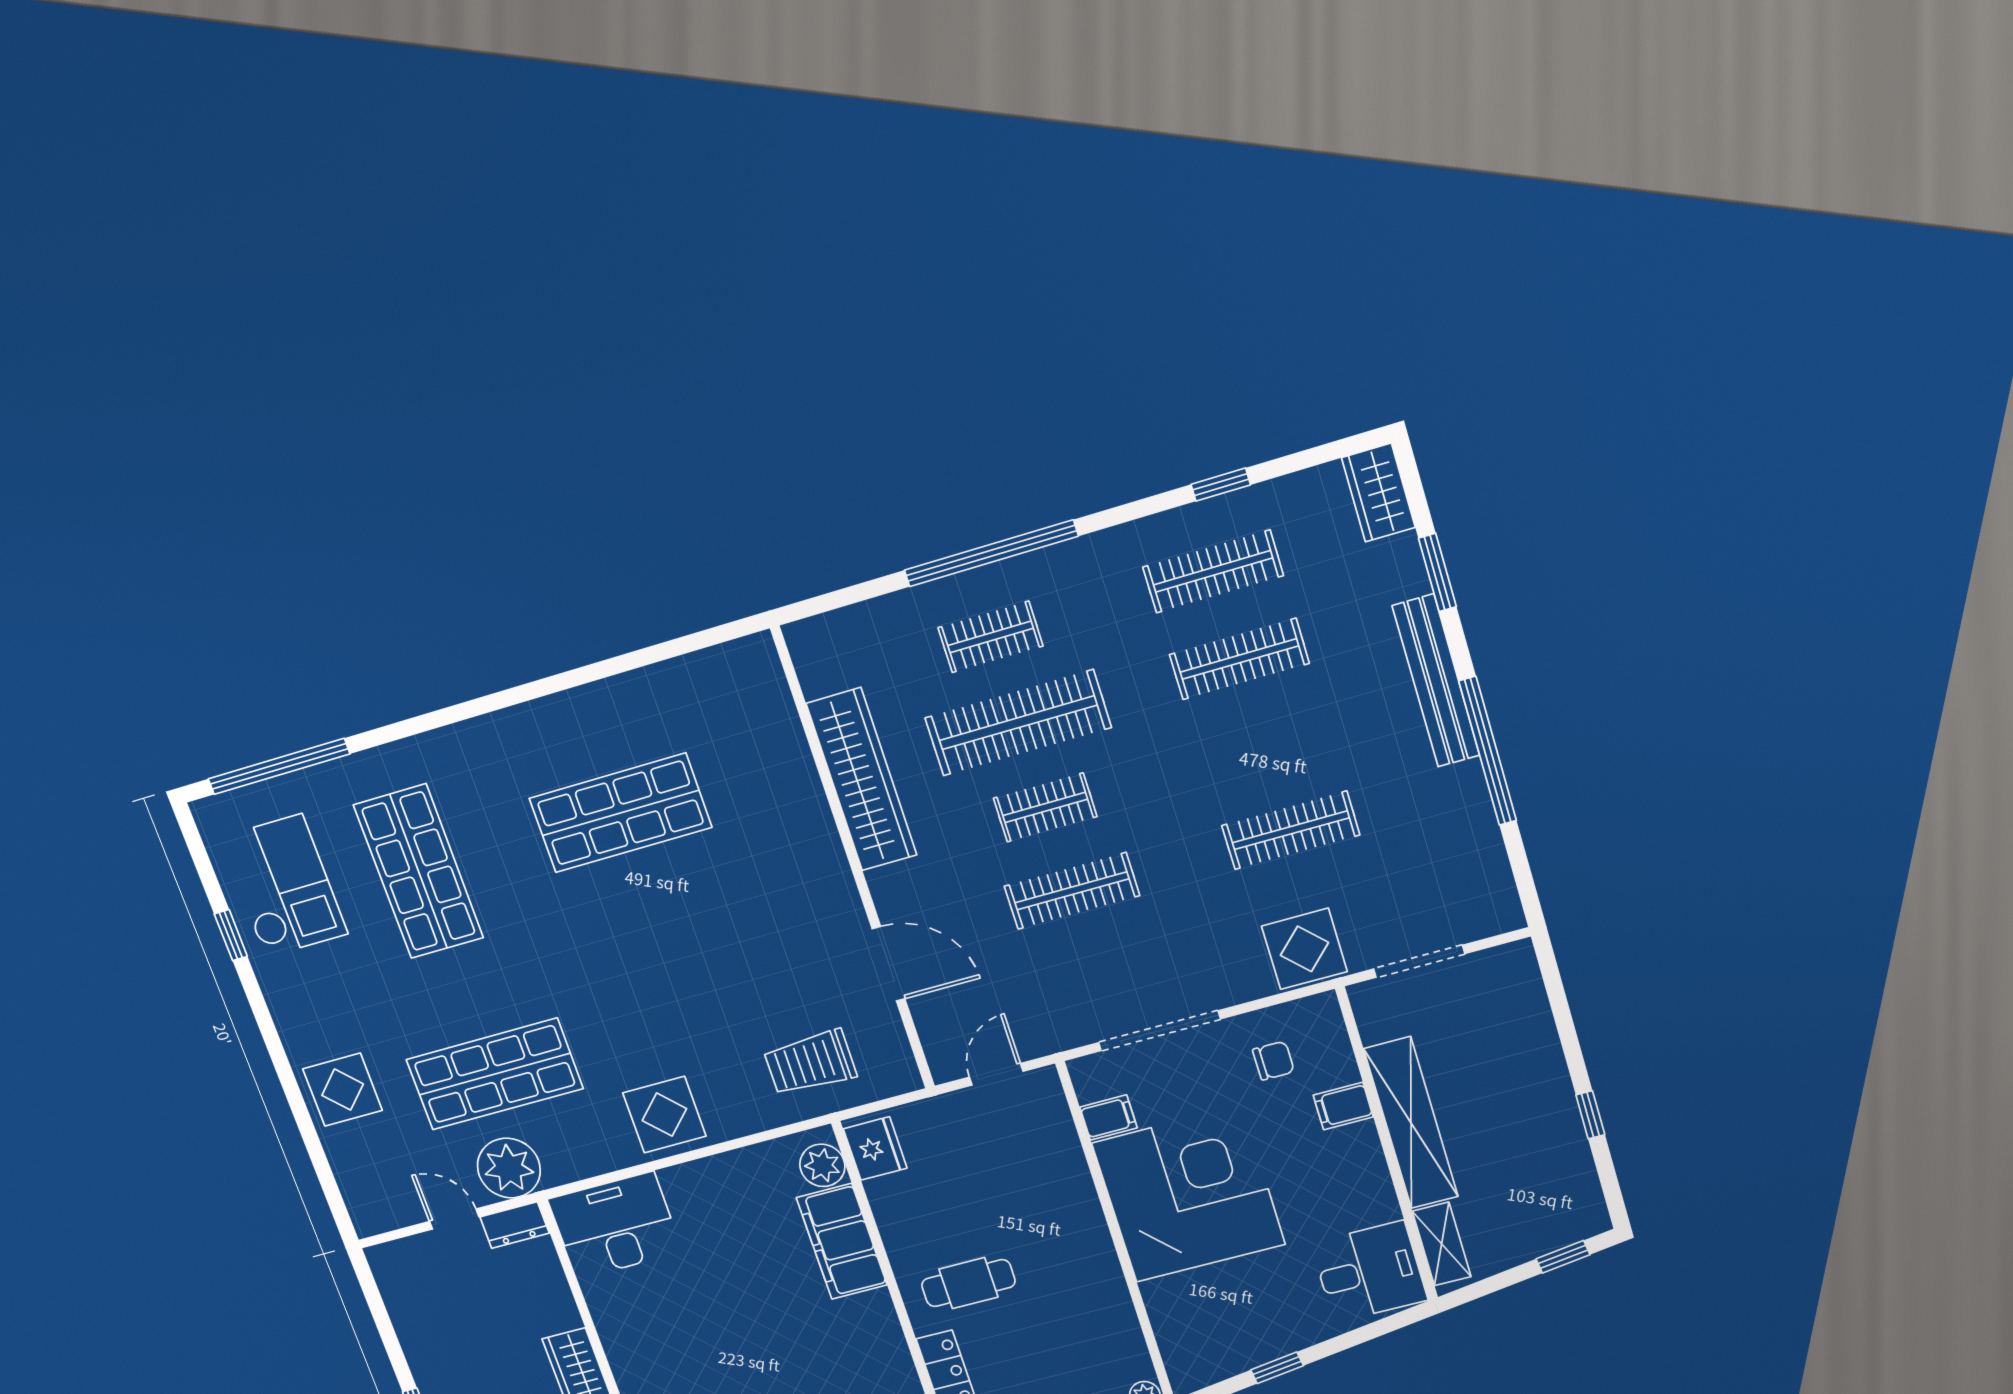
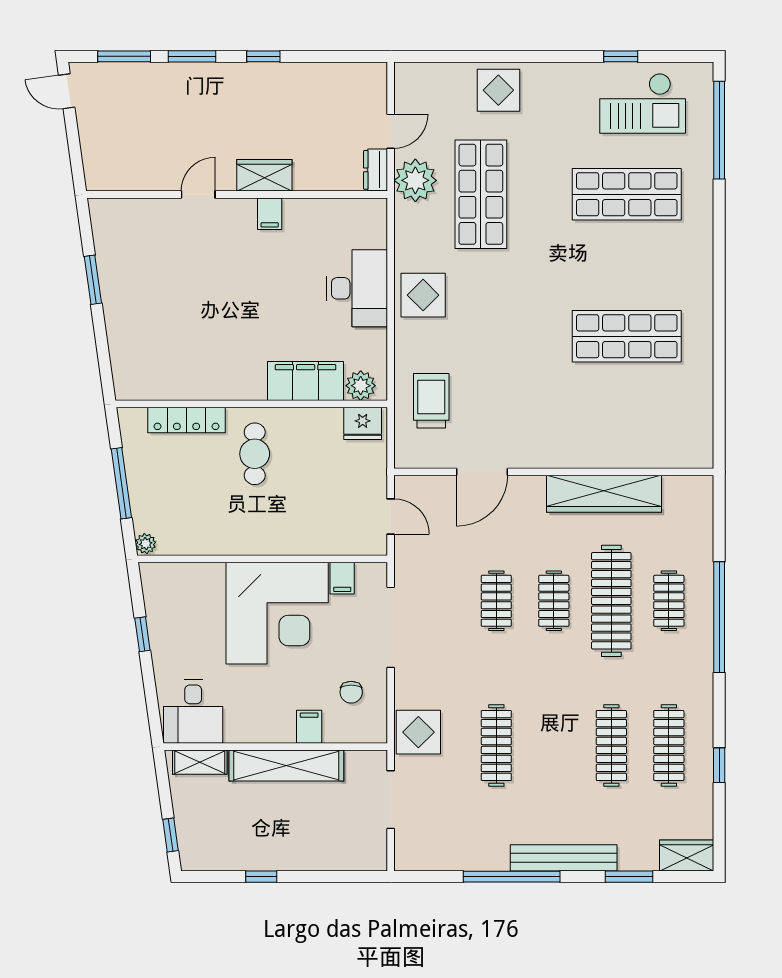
shop shelf: (620, 813) -> (627, 336), turned 90
clothes rail: (1072, 891) -> (496, 601), width x0.73
desk: (615, 1225) -> (357, 288), moved
filing cabinet: (627, 1349) -> (270, 214), added

